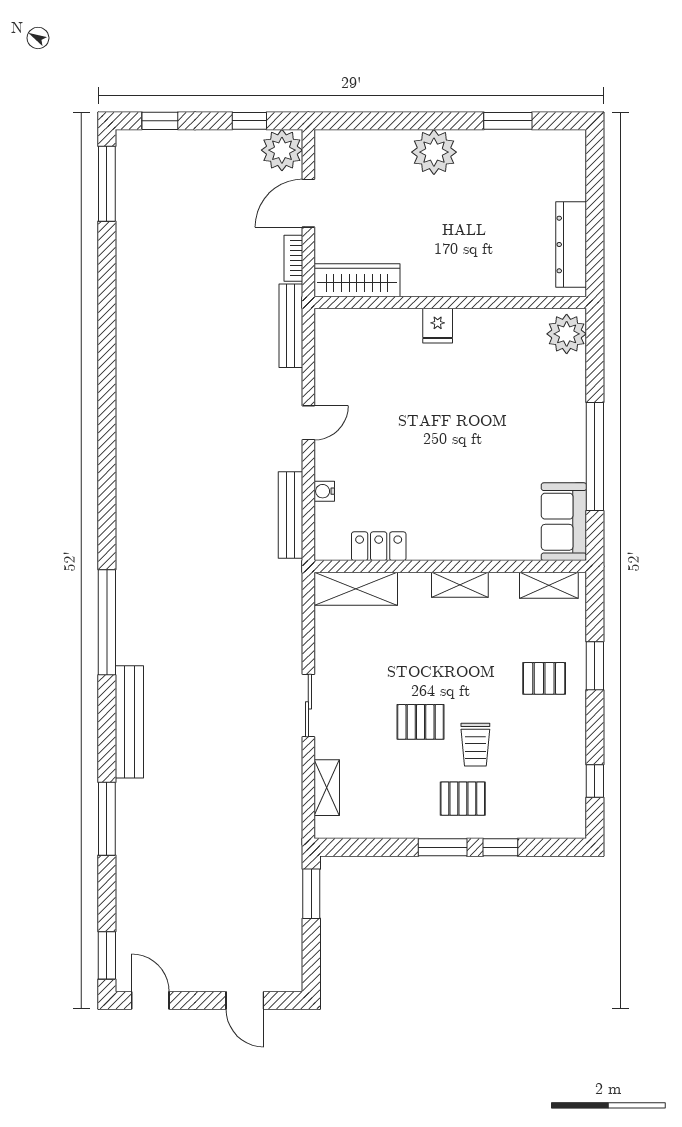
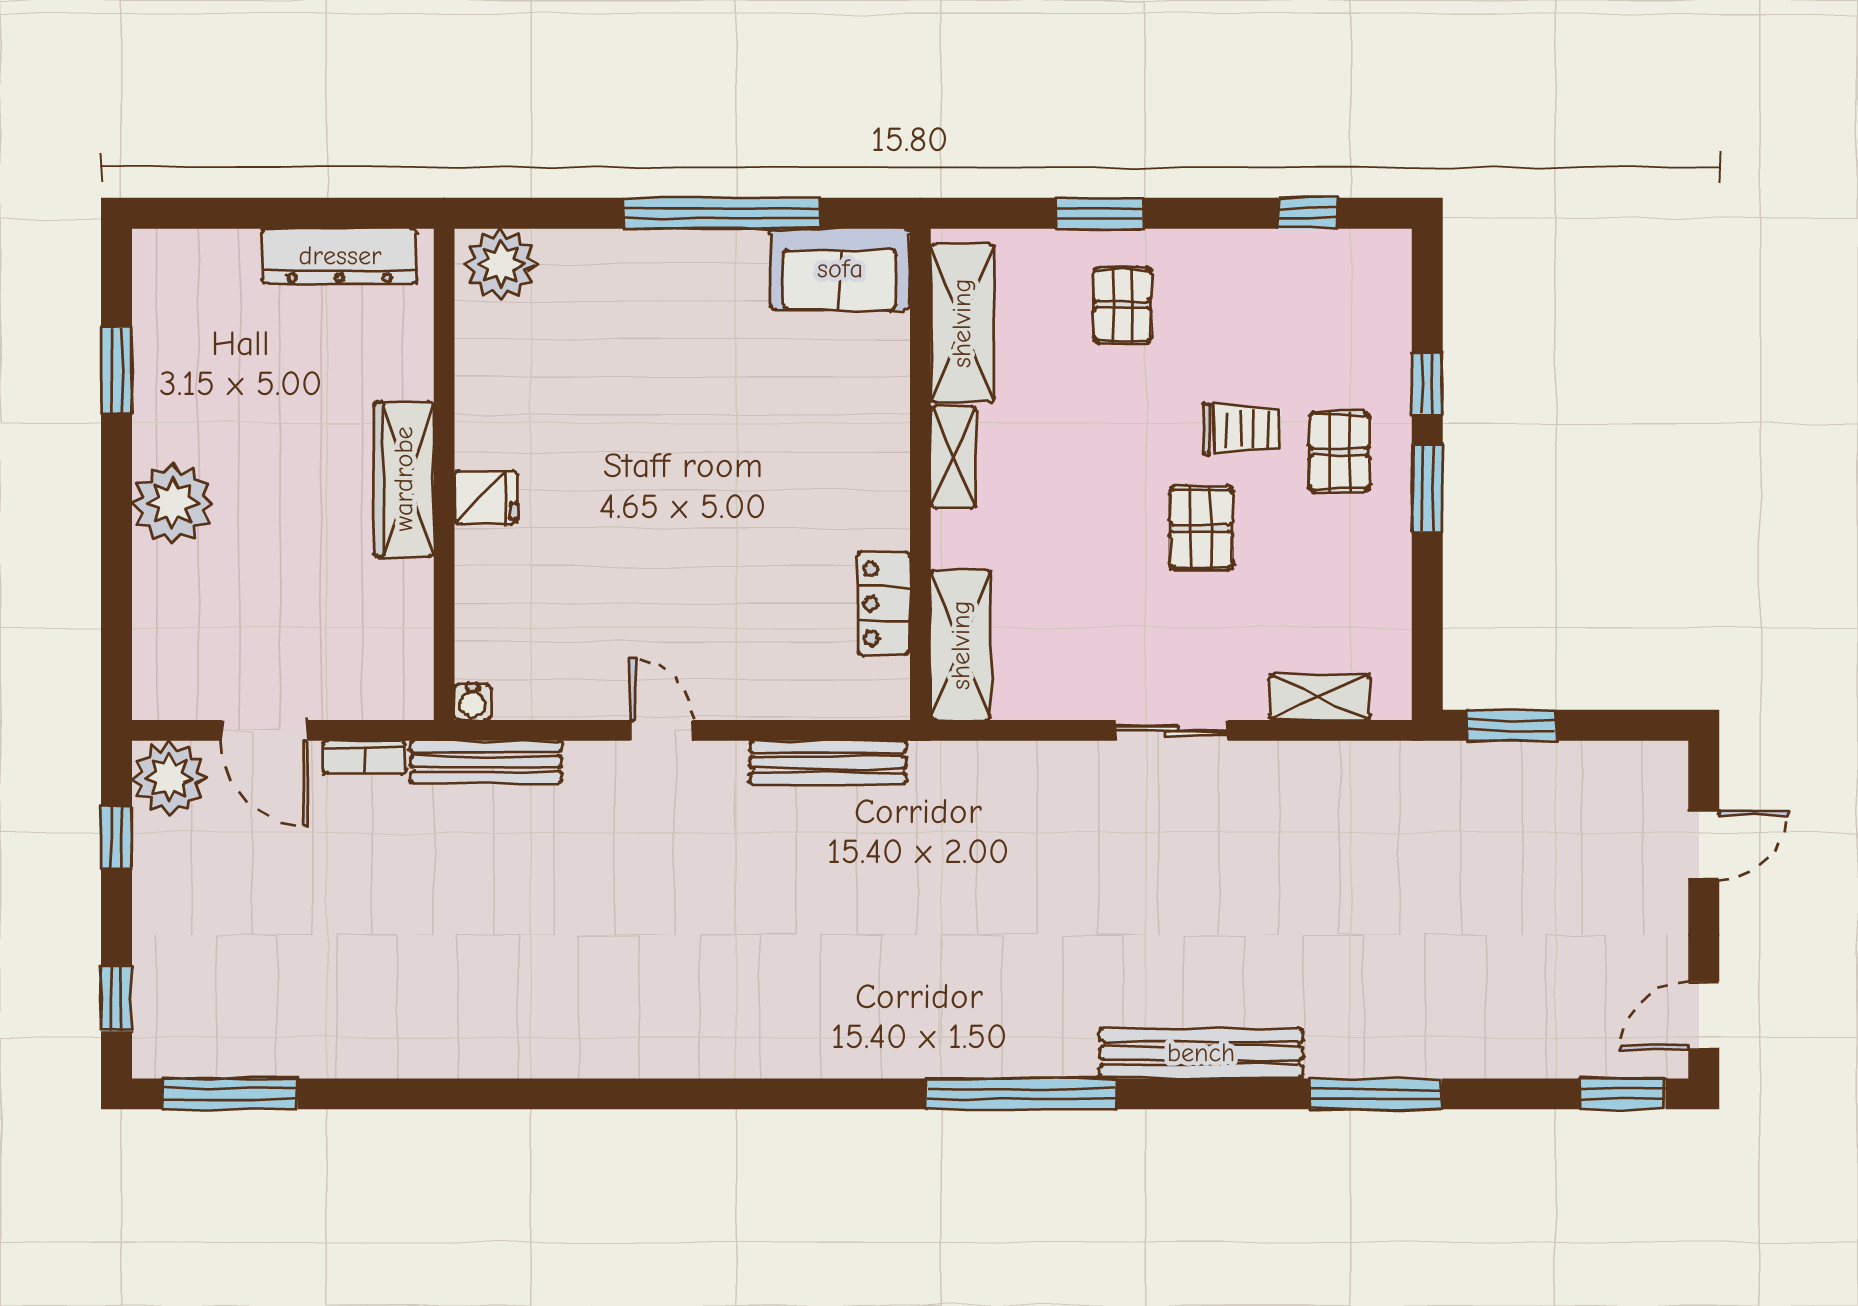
wardrobe: (357, 280) -> (404, 479), moved
water cooler: (324, 491) -> (473, 702), moved
shelving: (549, 585) -> (962, 323), width x1.50, depth x1.33

